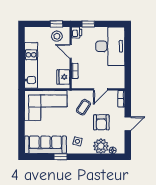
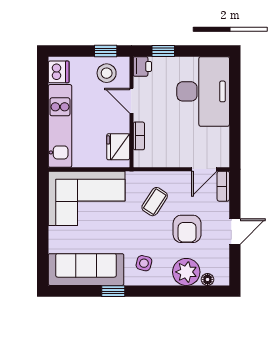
dishwasher: (30, 36) -> (59, 72), added
door: (100, 89) -> (204, 169), moved

